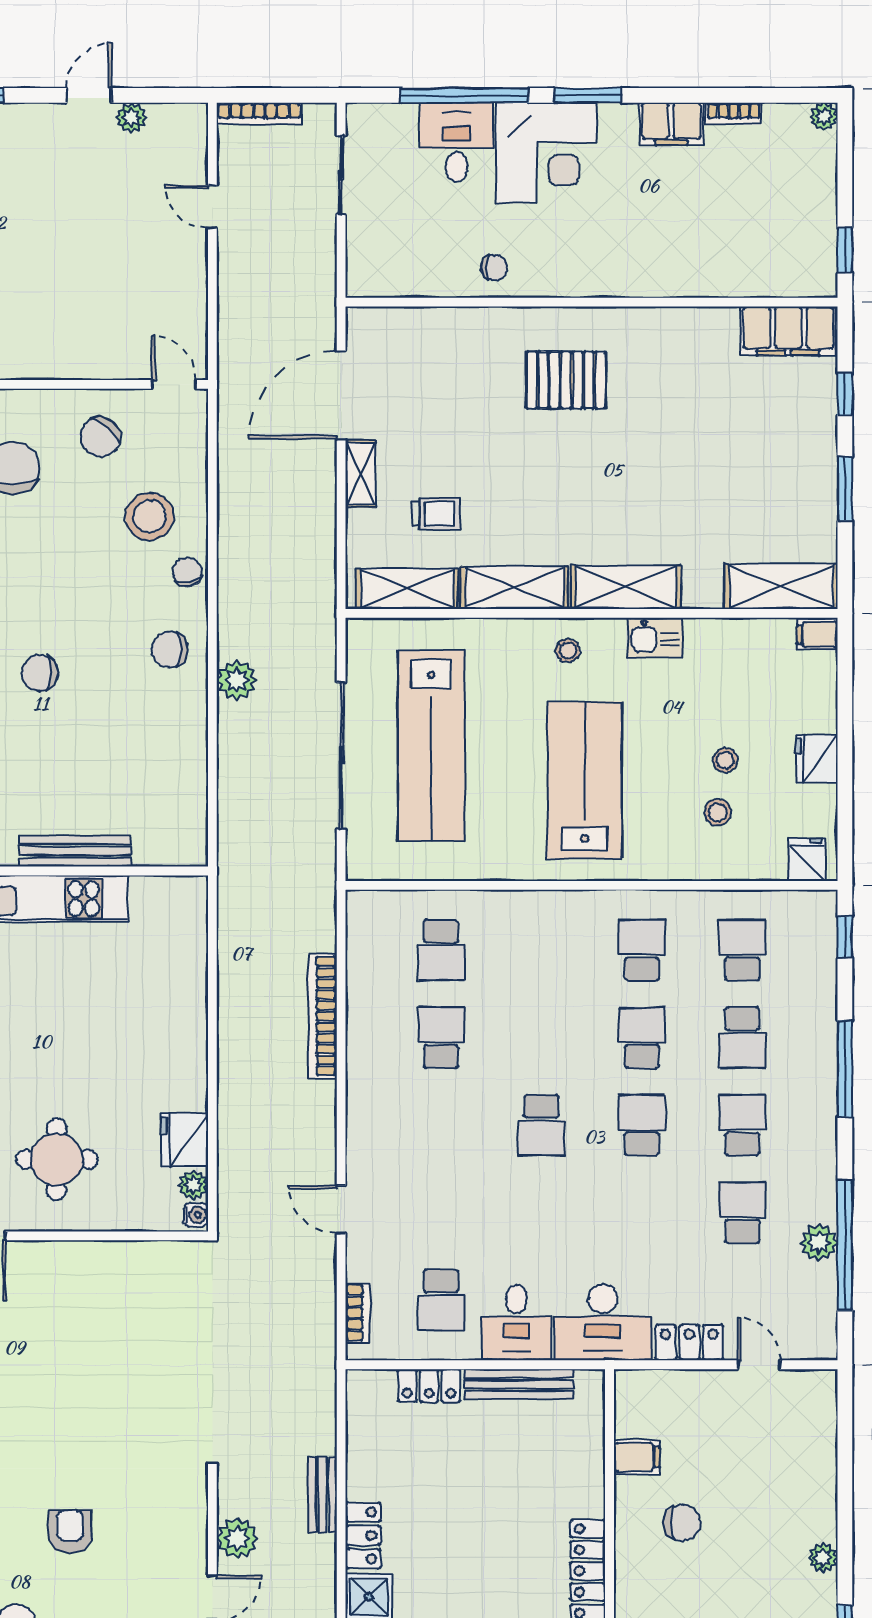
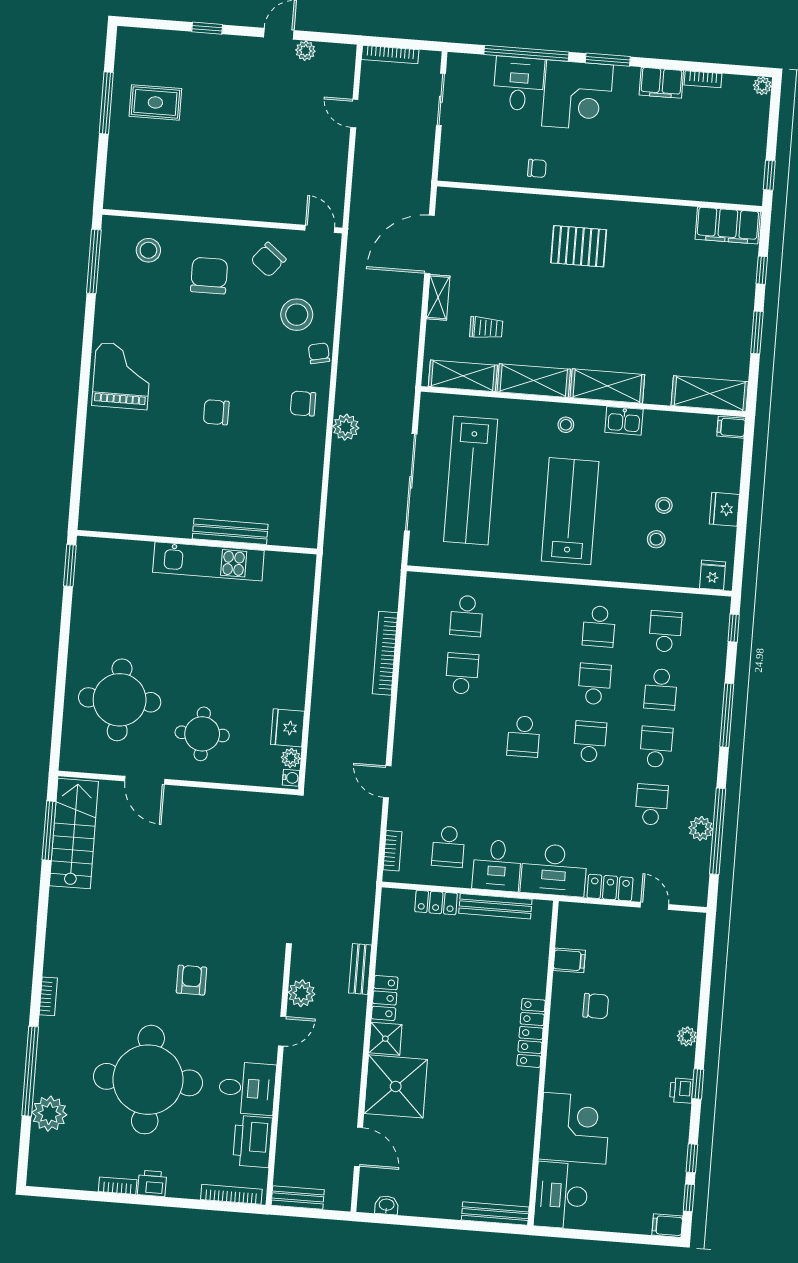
school desk: (642, 950) -> (599, 626), turned 180

